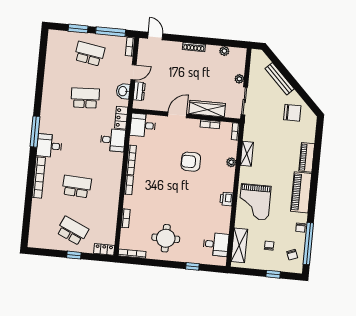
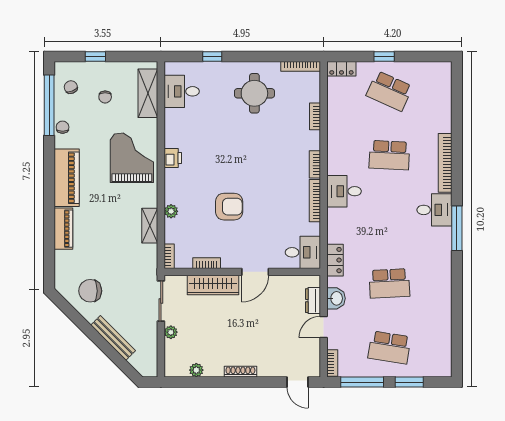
desk: (113, 140) -> (344, 191), moved

